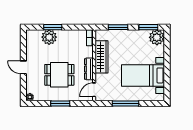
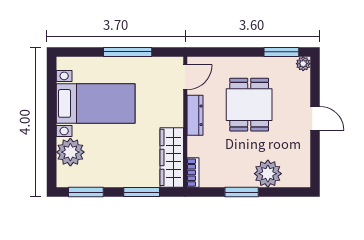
window: (53, 27) -> (242, 192), moved
plant: (157, 37) -> (70, 152), moved
wardrobe: (102, 57) -> (172, 157), moved
dining table: (59, 75) -> (249, 105), turned 90
window: (60, 104) -> (281, 52), moved

